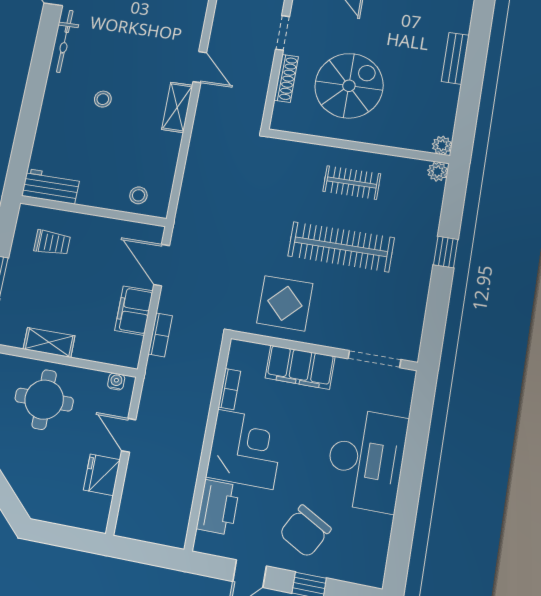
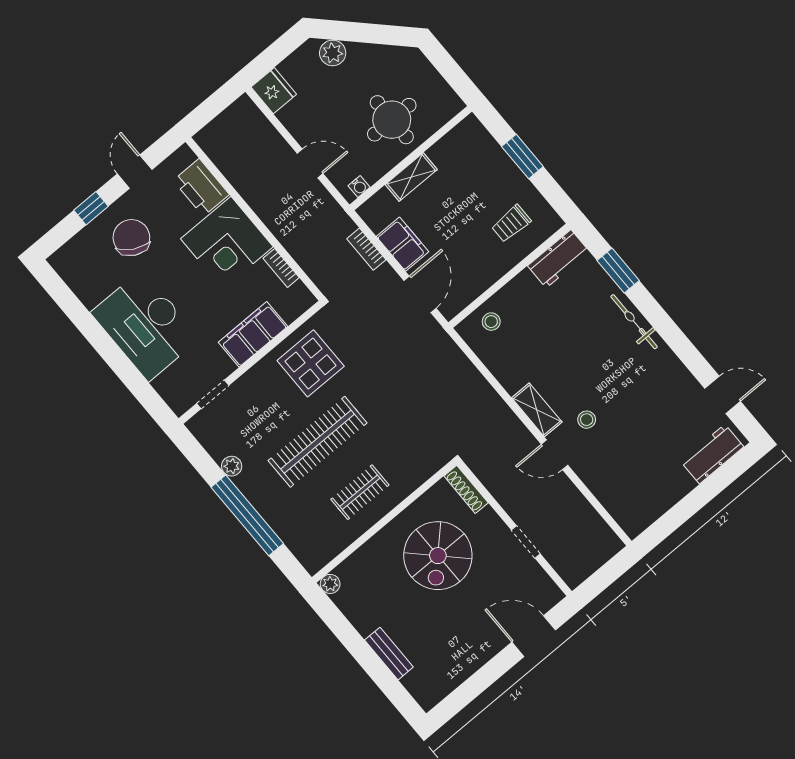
bicycle: (65, 41) -> (634, 322), moved
shoe rack: (286, 78) -> (466, 489), moved
stool: (103, 99) -> (587, 420), moved
window: (25, 137) -> (618, 271), added
plant: (438, 172) -> (232, 466), moved
window: (446, 252) -> (247, 515), width x3.17
door: (162, 265) -> (420, 294), hinge flipped
shelving: (49, 342) -> (411, 177), moved
doorway: (374, 359) -> (213, 394), width x0.73
fridge: (102, 475) -> (274, 91), moved
plant: (28, 490) -> (333, 53), added

